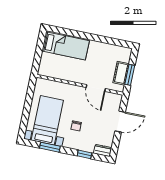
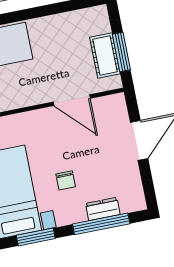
dresser: (103, 150) -> (103, 209), moved
window: (84, 154) -> (101, 224), width x2.17

